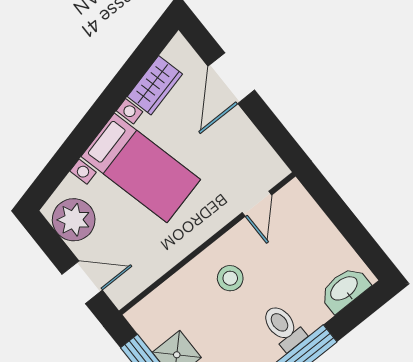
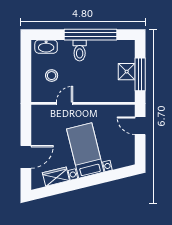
door: (257, 204) -> (65, 103), moved
plant: (74, 220) -> (125, 151), removed
stool: (230, 278) -> (52, 76), moved

